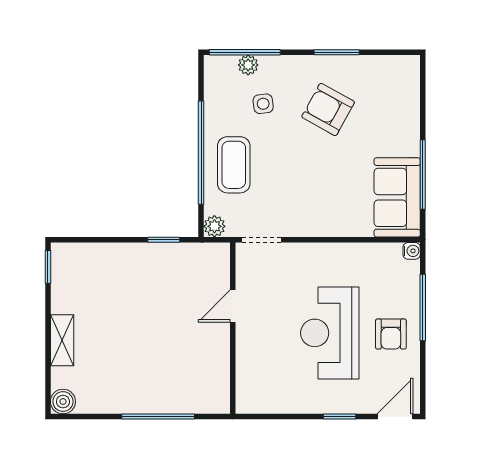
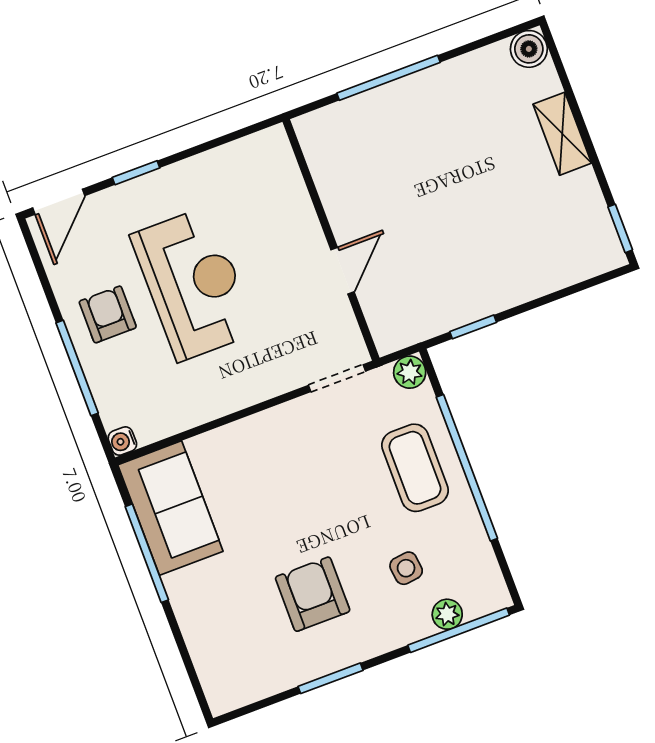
armchair: (328, 109) -> (313, 594), turned -119

